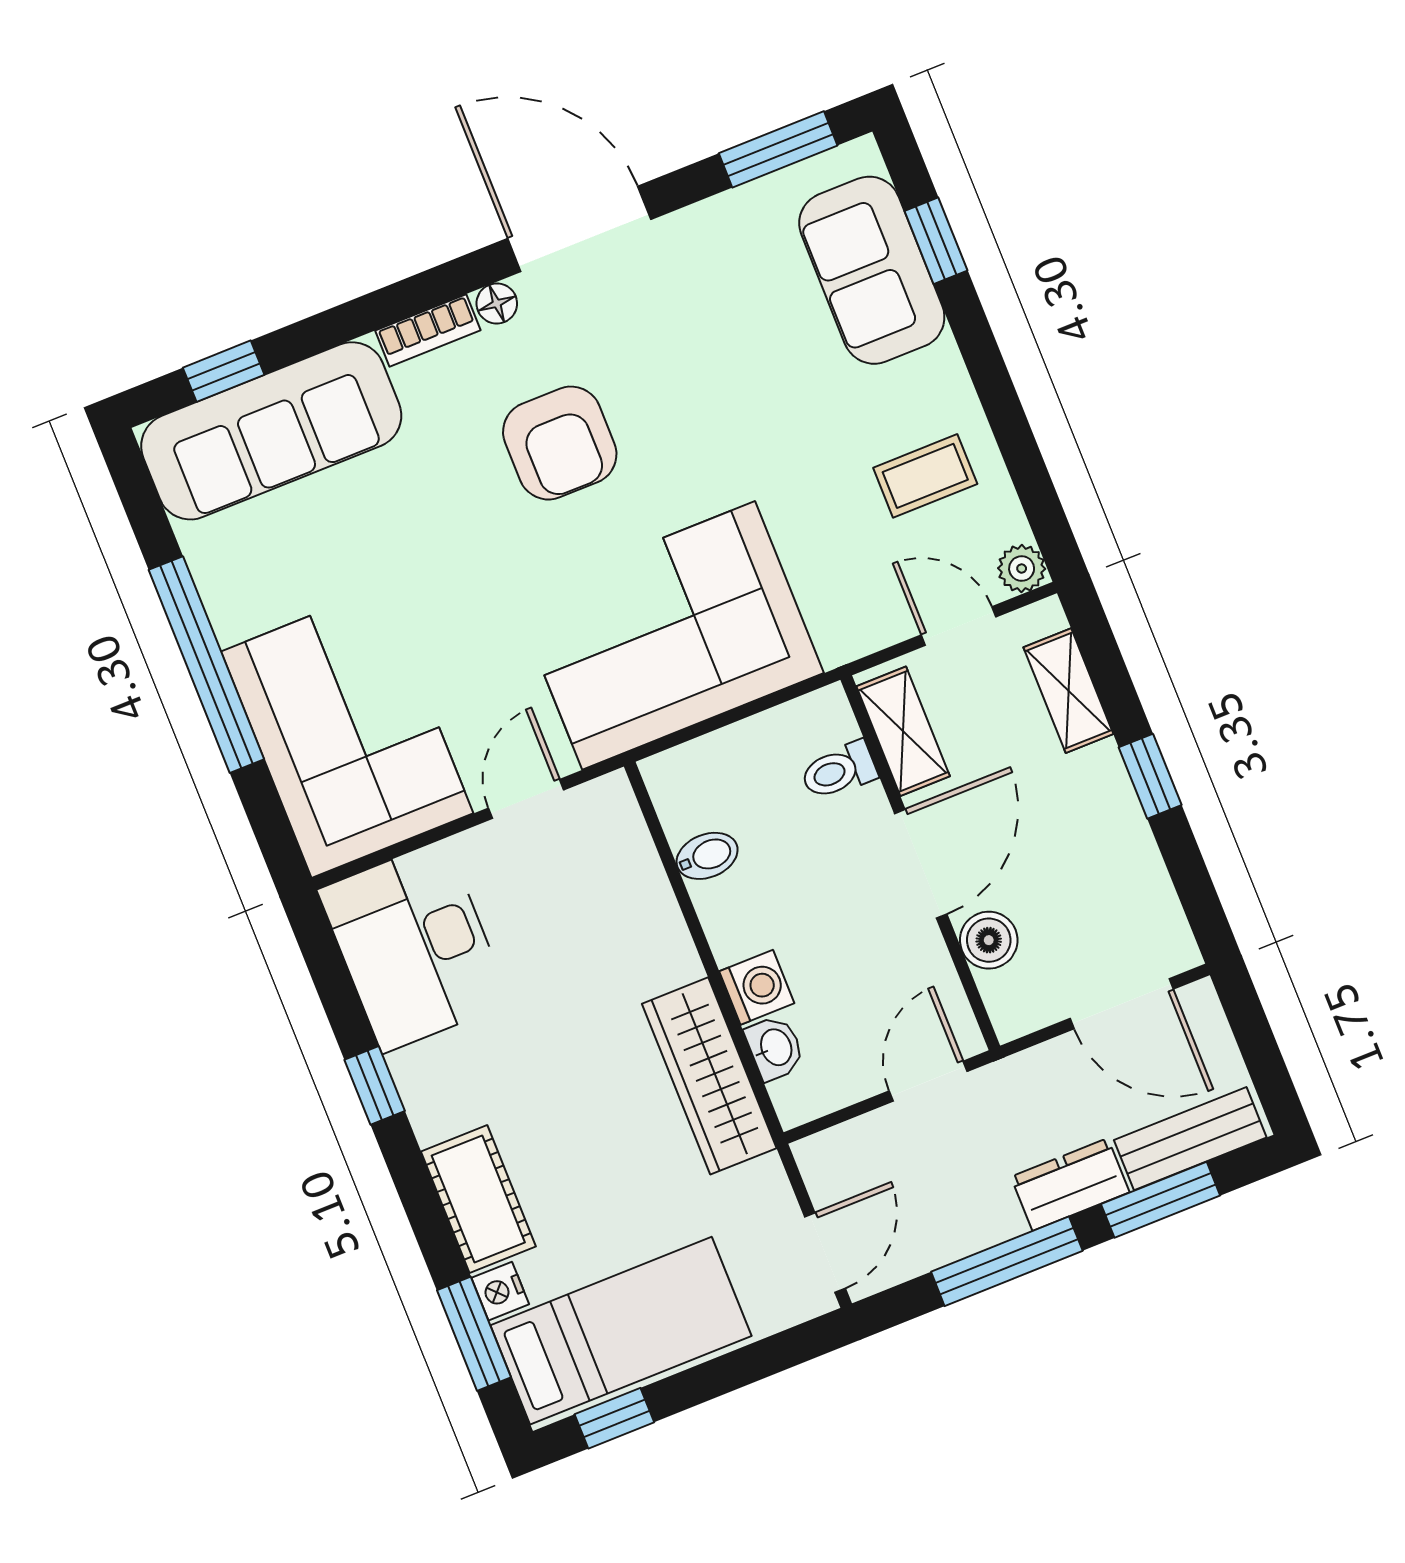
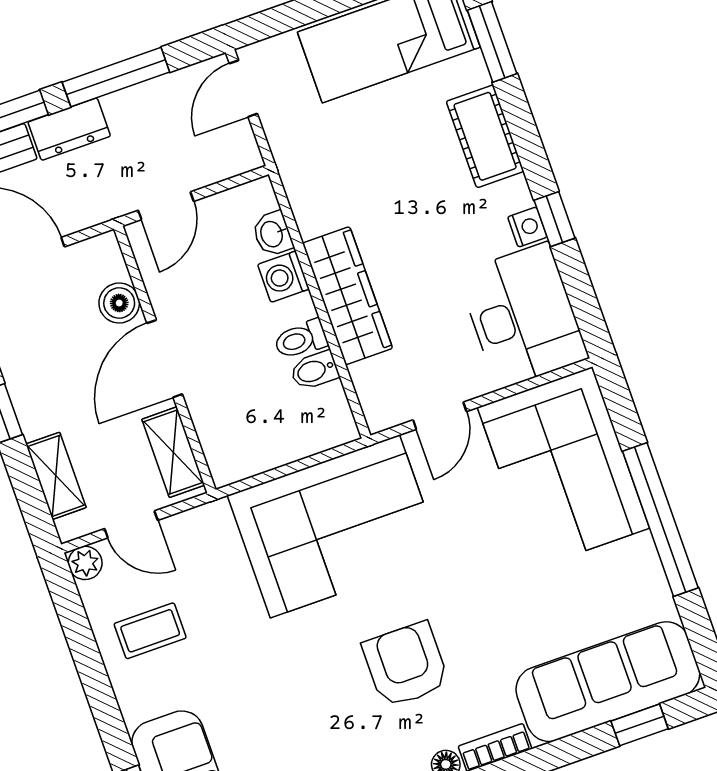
toilet: (839, 771) -> (301, 339), moved, turned 180
wardrobe: (709, 1076) -> (347, 296), moved
nightstand: (500, 1291) -> (527, 227), moved

